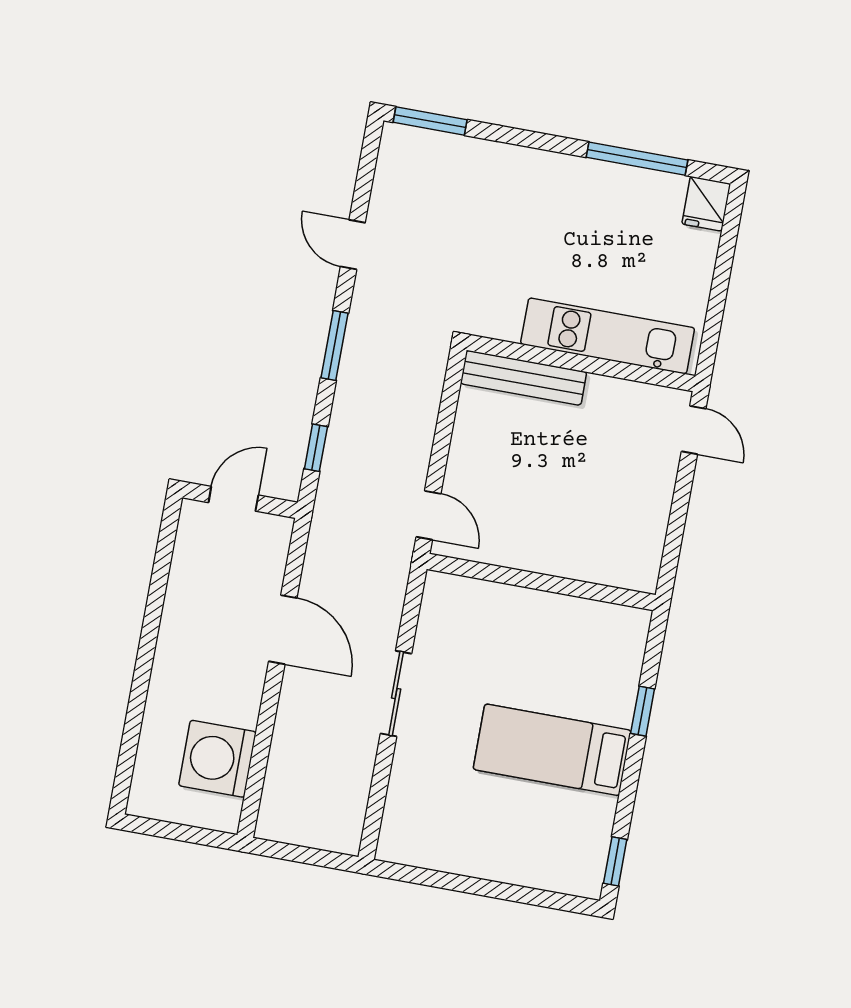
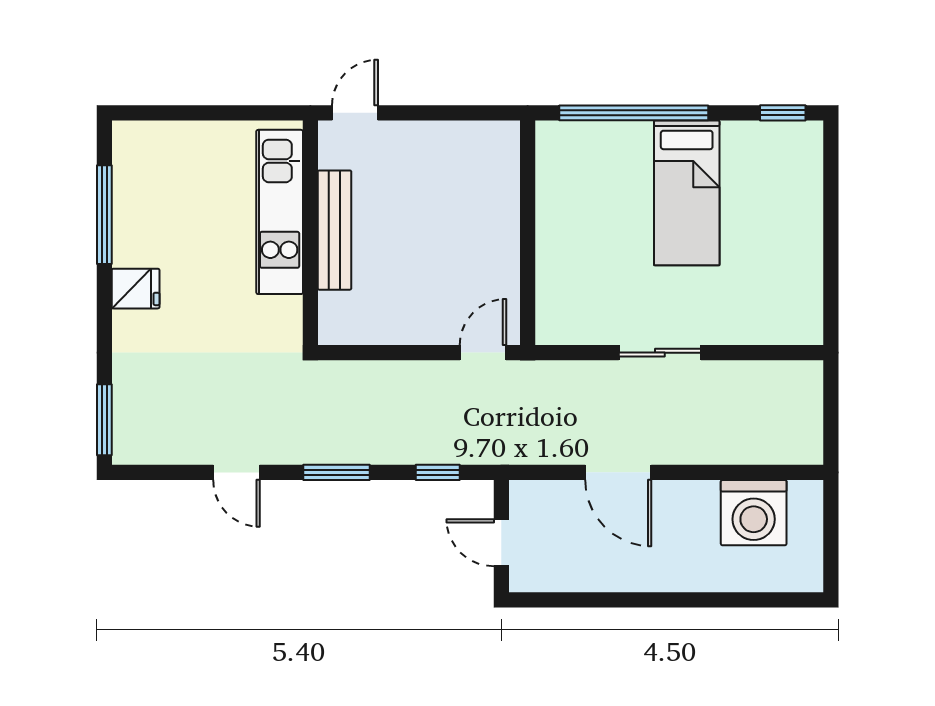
fridge: (706, 204) -> (136, 289), moved
door: (353, 245) -> (236, 472), hinge flipped
bench: (523, 378) -> (334, 230), moved
door: (283, 630) -> (618, 472), swing flipped
window: (643, 711) -> (634, 113), width x3.17

